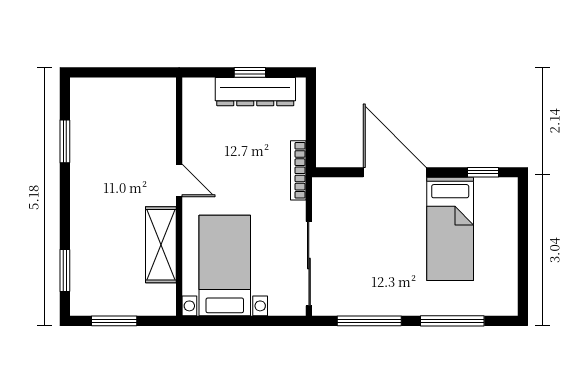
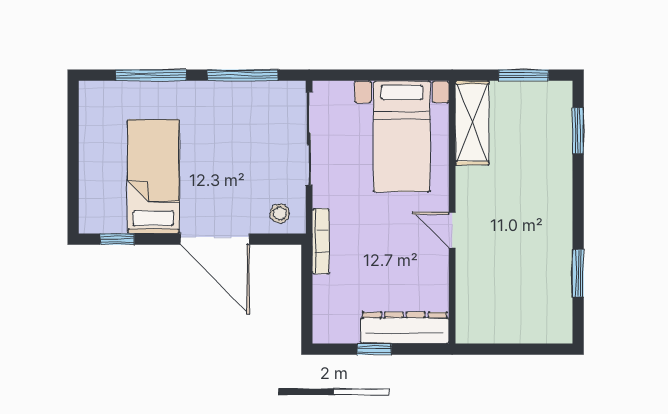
dresser: (255, 92) -> (405, 328), moved
stool: (336, 196) -> (280, 213), added
shelving: (161, 245) -> (472, 123), moved

